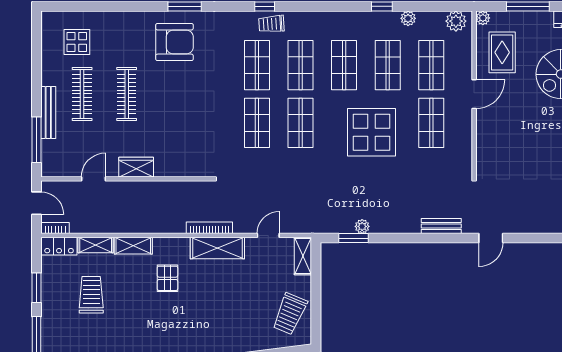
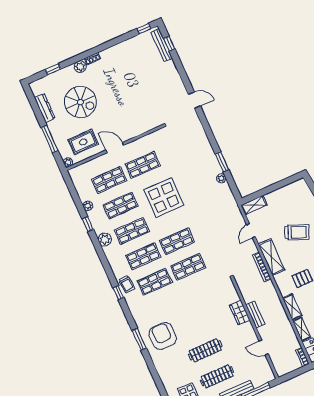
plant: (456, 21) -> (105, 239), moved
wardrobe: (136, 167) -> (240, 313), moved
door: (37, 203) -> (293, 374), removed
bench: (441, 226) -> (255, 314), moved
door: (268, 235) -> (251, 231), hinge flipped
window: (354, 238) -> (222, 162), moved
trolley: (290, 314) -> (297, 232), moved

